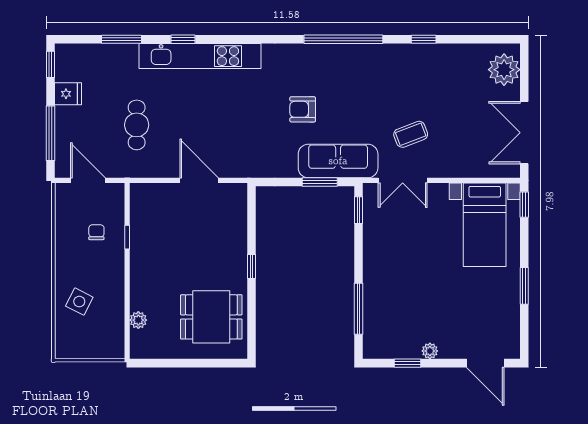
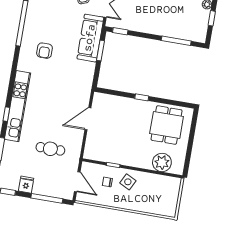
armchair: (303, 109) -> (44, 51), moved
door: (88, 180) -> (77, 182), swing flipped
side table: (79, 302) -> (128, 182), moved
plant: (138, 320) -> (162, 162), width x1.87, depth x1.87

